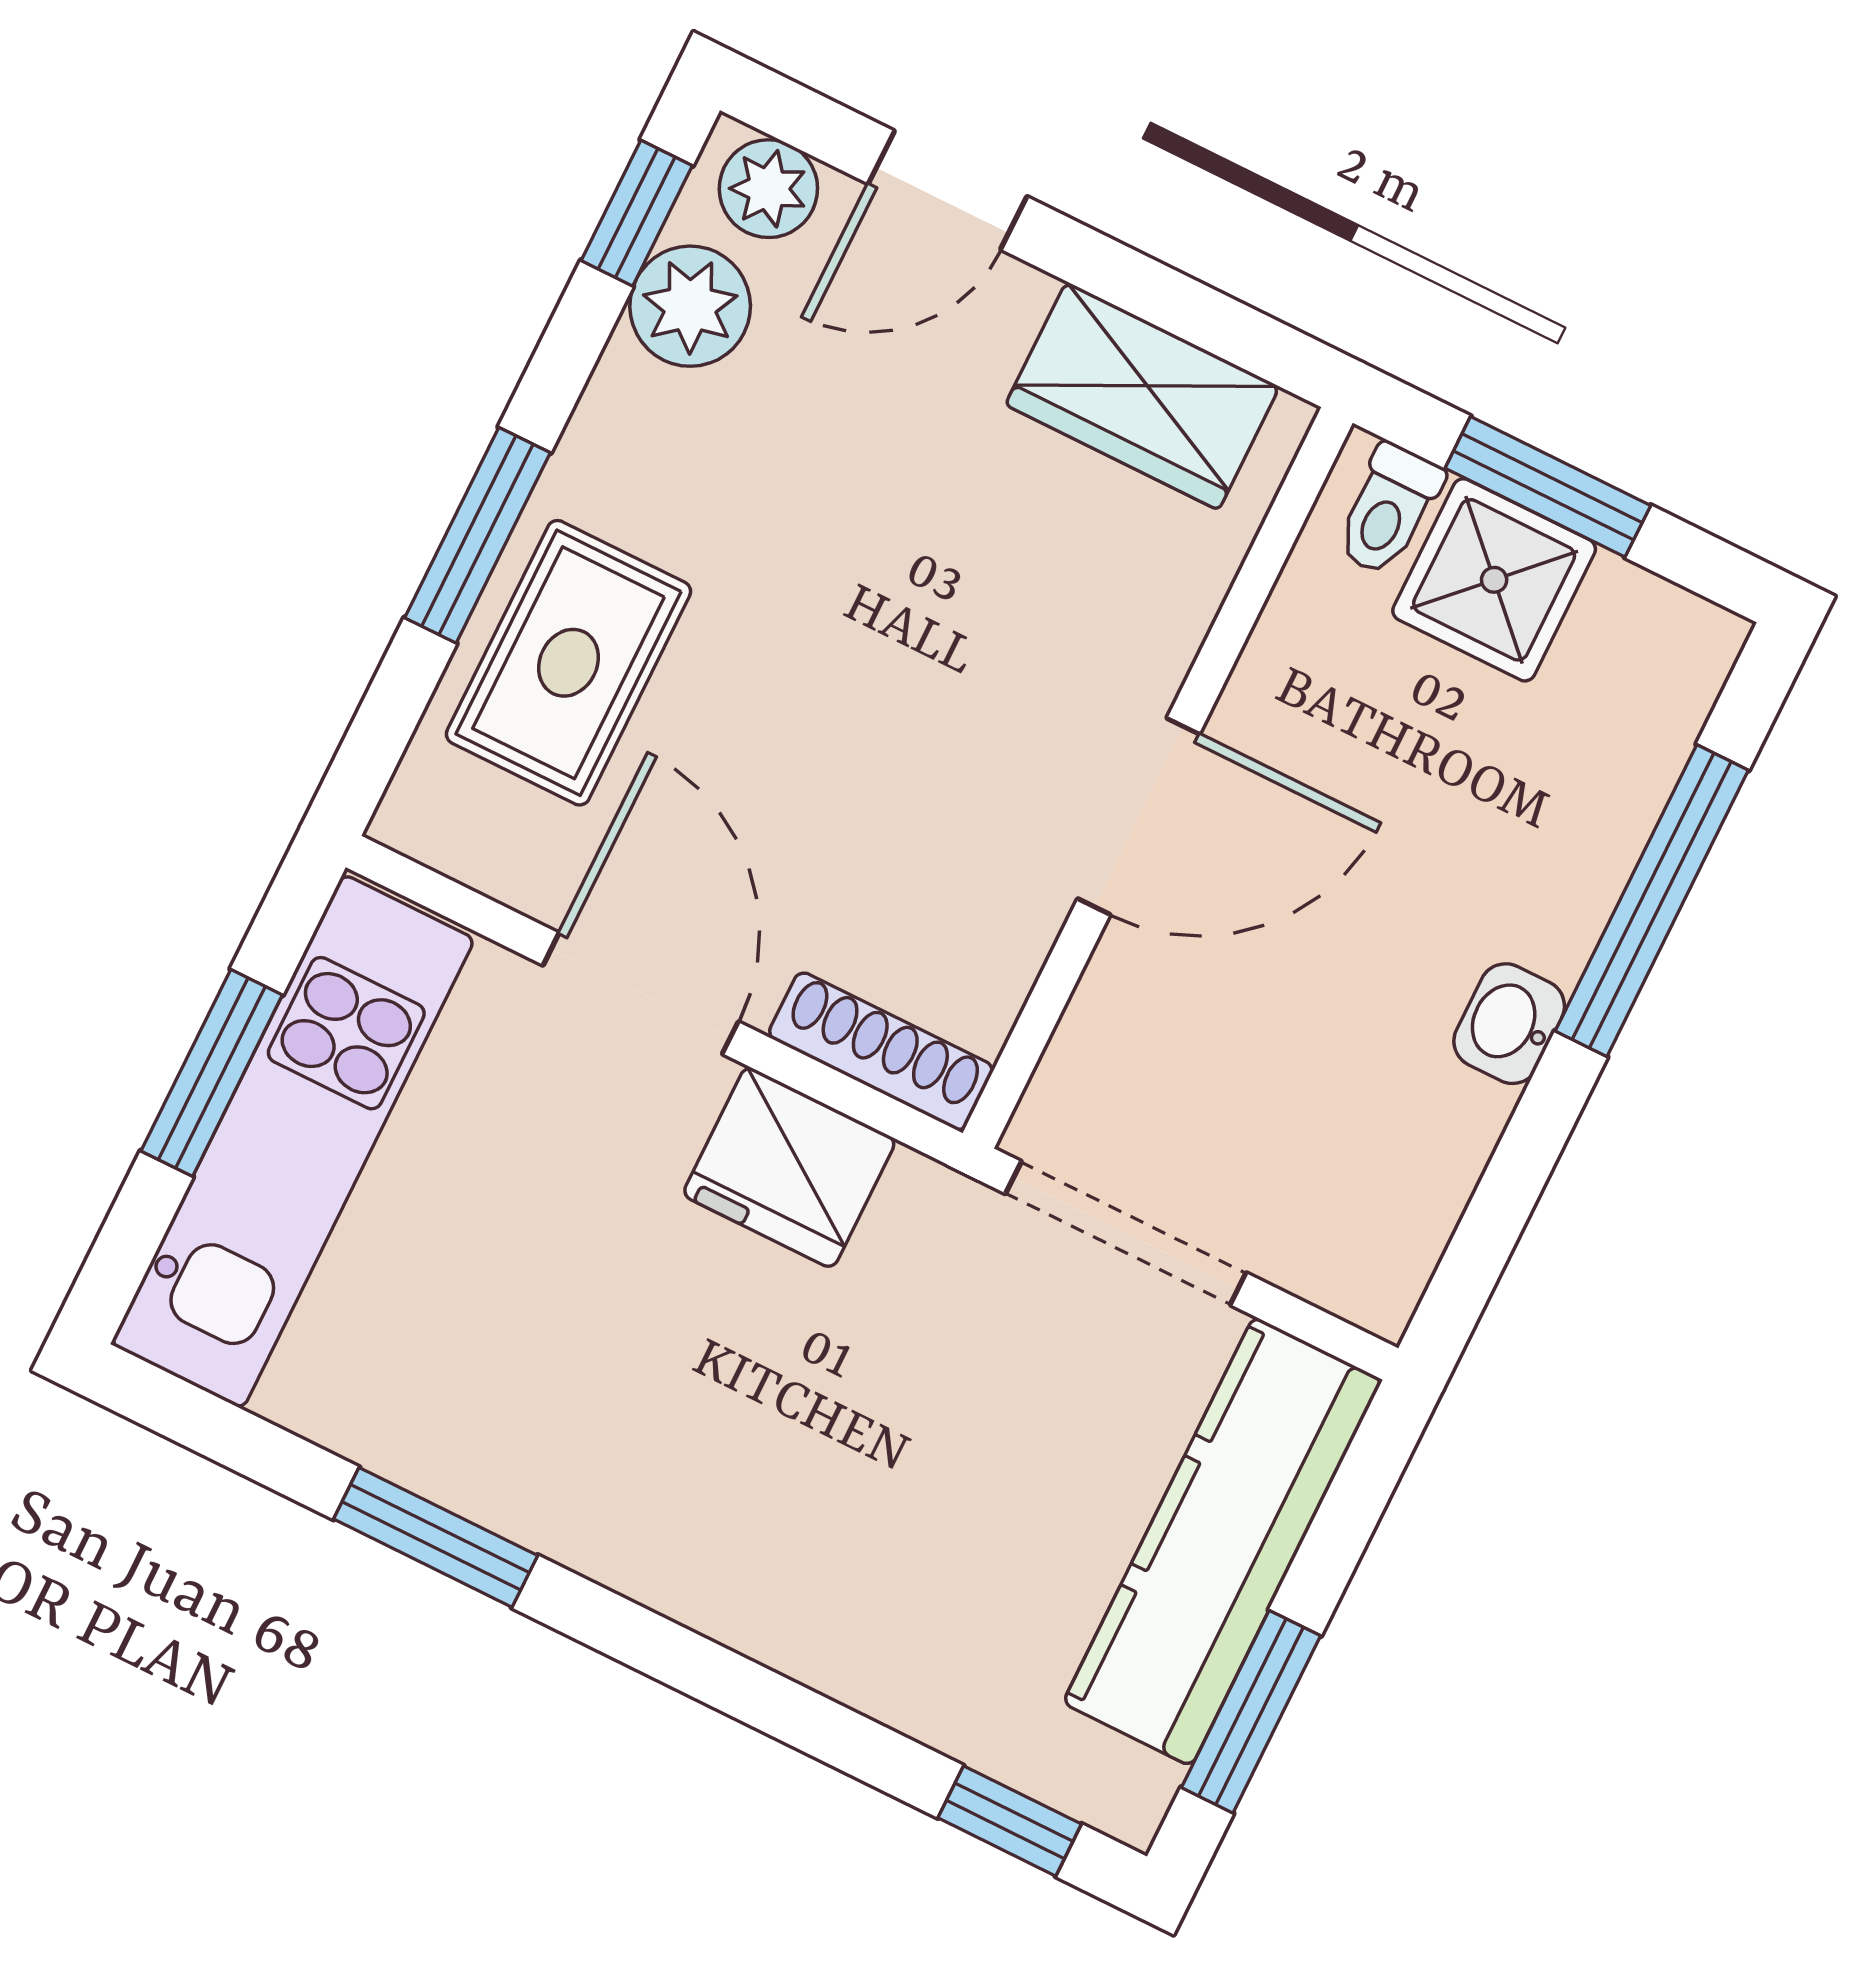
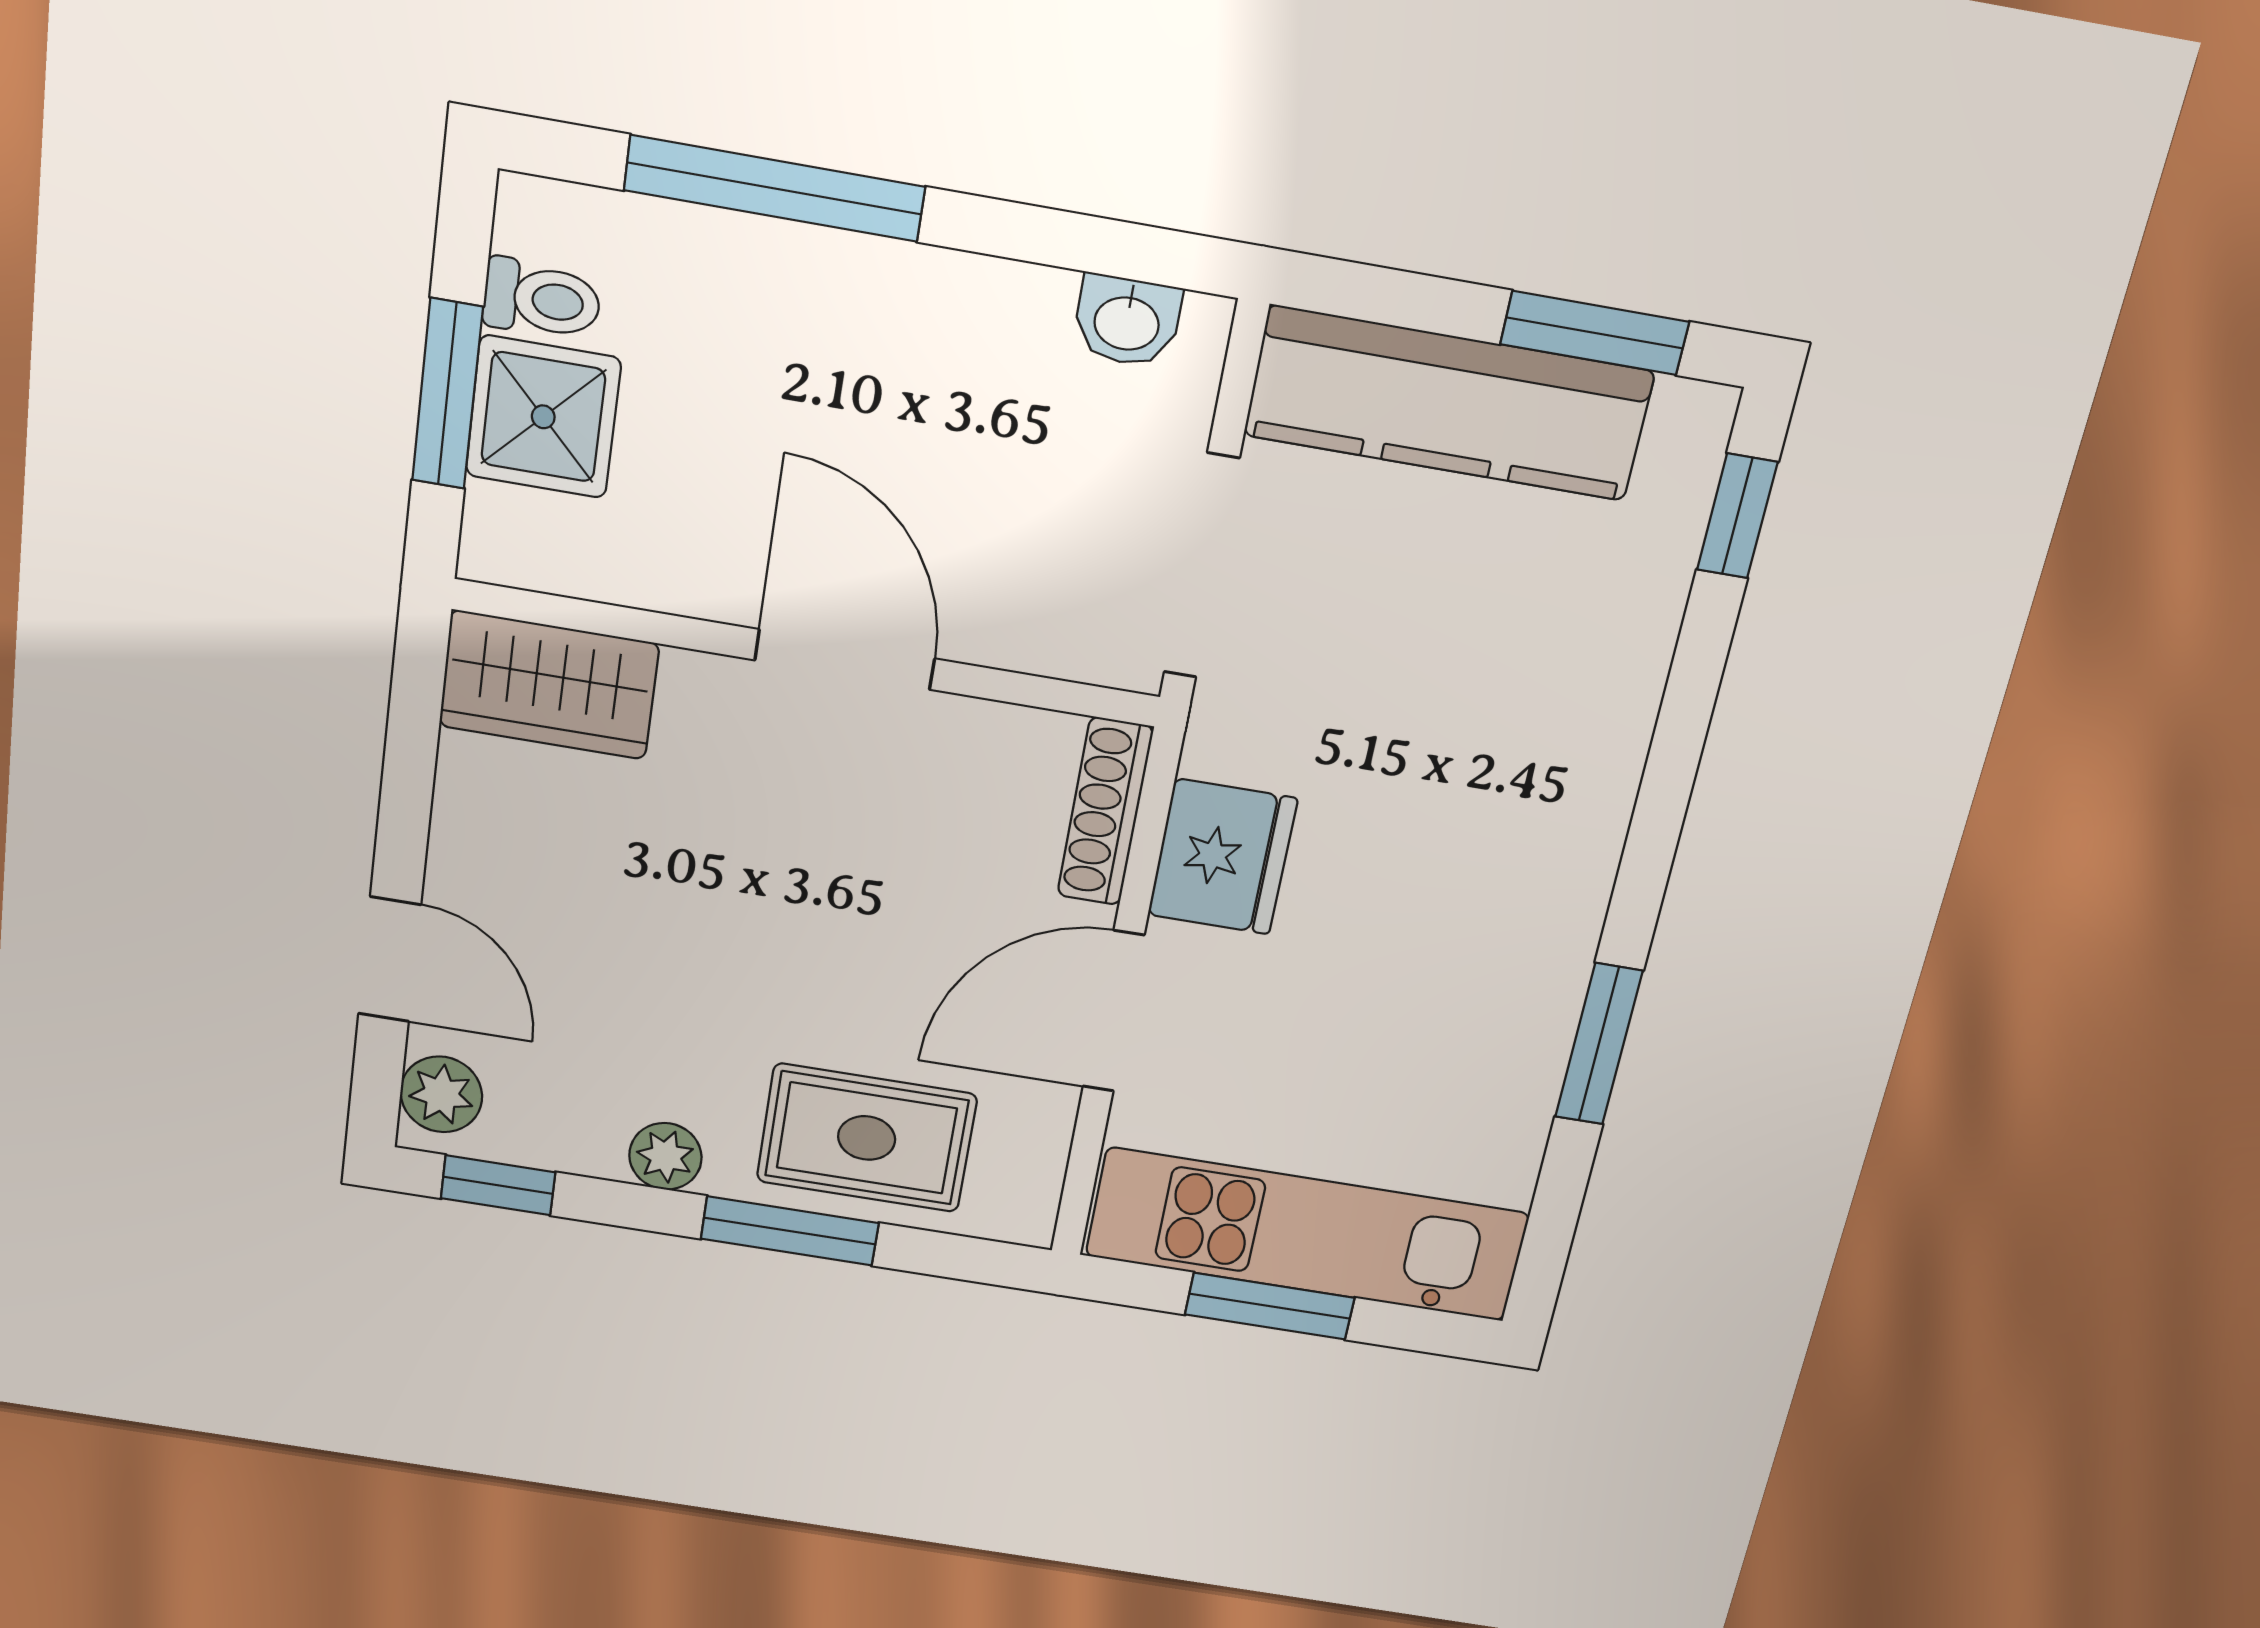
plant: (690, 306) -> (665, 1156), moved, width x0.73, depth x0.73
wardrobe: (1142, 396) -> (549, 685), moved, turned 90
toilet: (1388, 510) -> (542, 299), moved
washbasin: (1509, 1024) -> (1127, 321), moved

